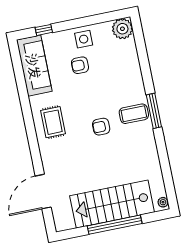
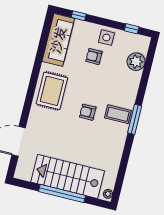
window: (106, 17) -> (132, 29), added
plant: (122, 29) -> (136, 62), moved
rug: (53, 122) -> (52, 91), width x1.36, depth x1.43

